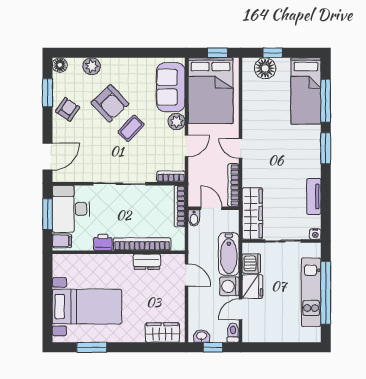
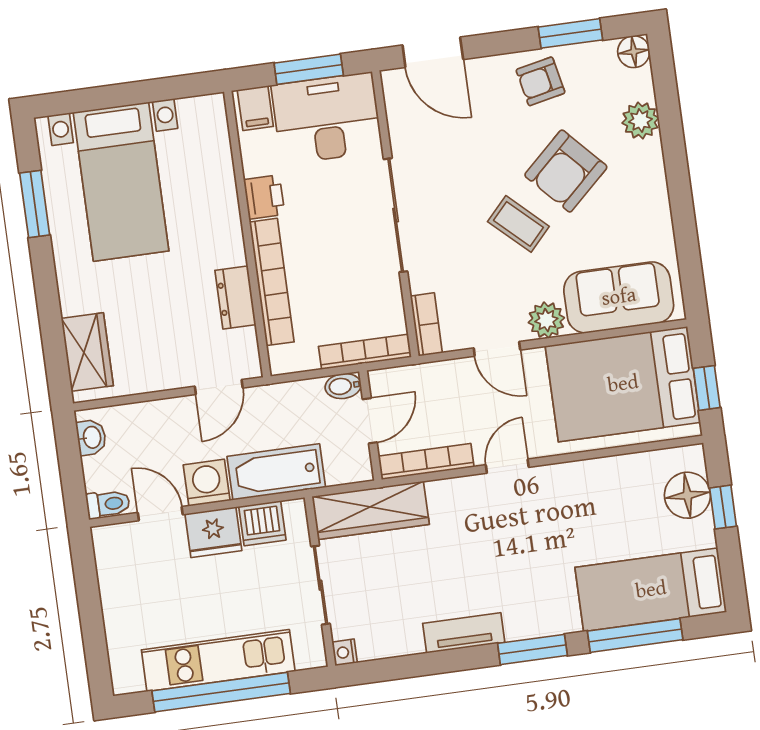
armchair: (68, 109) -> (540, 81), turned 134
tv unit: (314, 196) -> (464, 633), moved
window: (213, 347) -> (70, 465), removed

